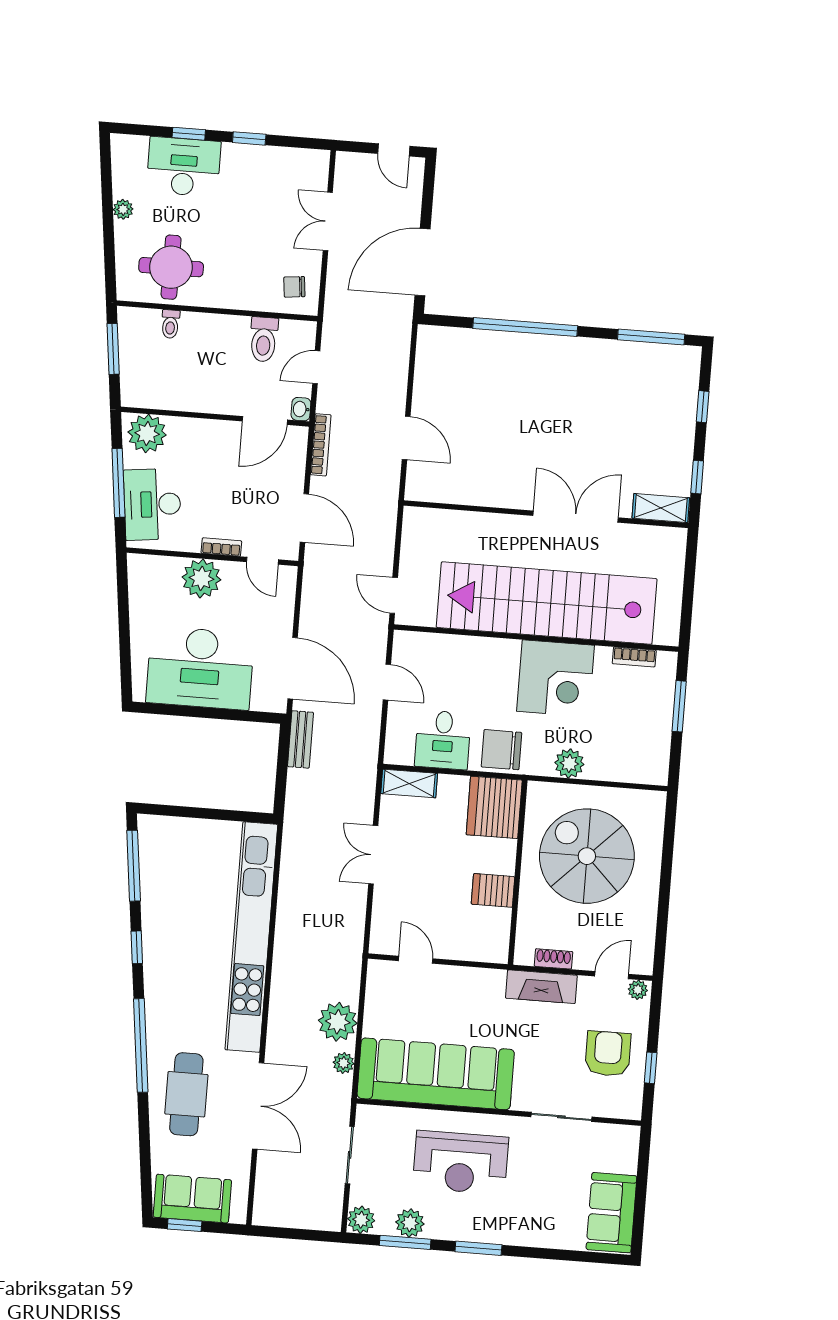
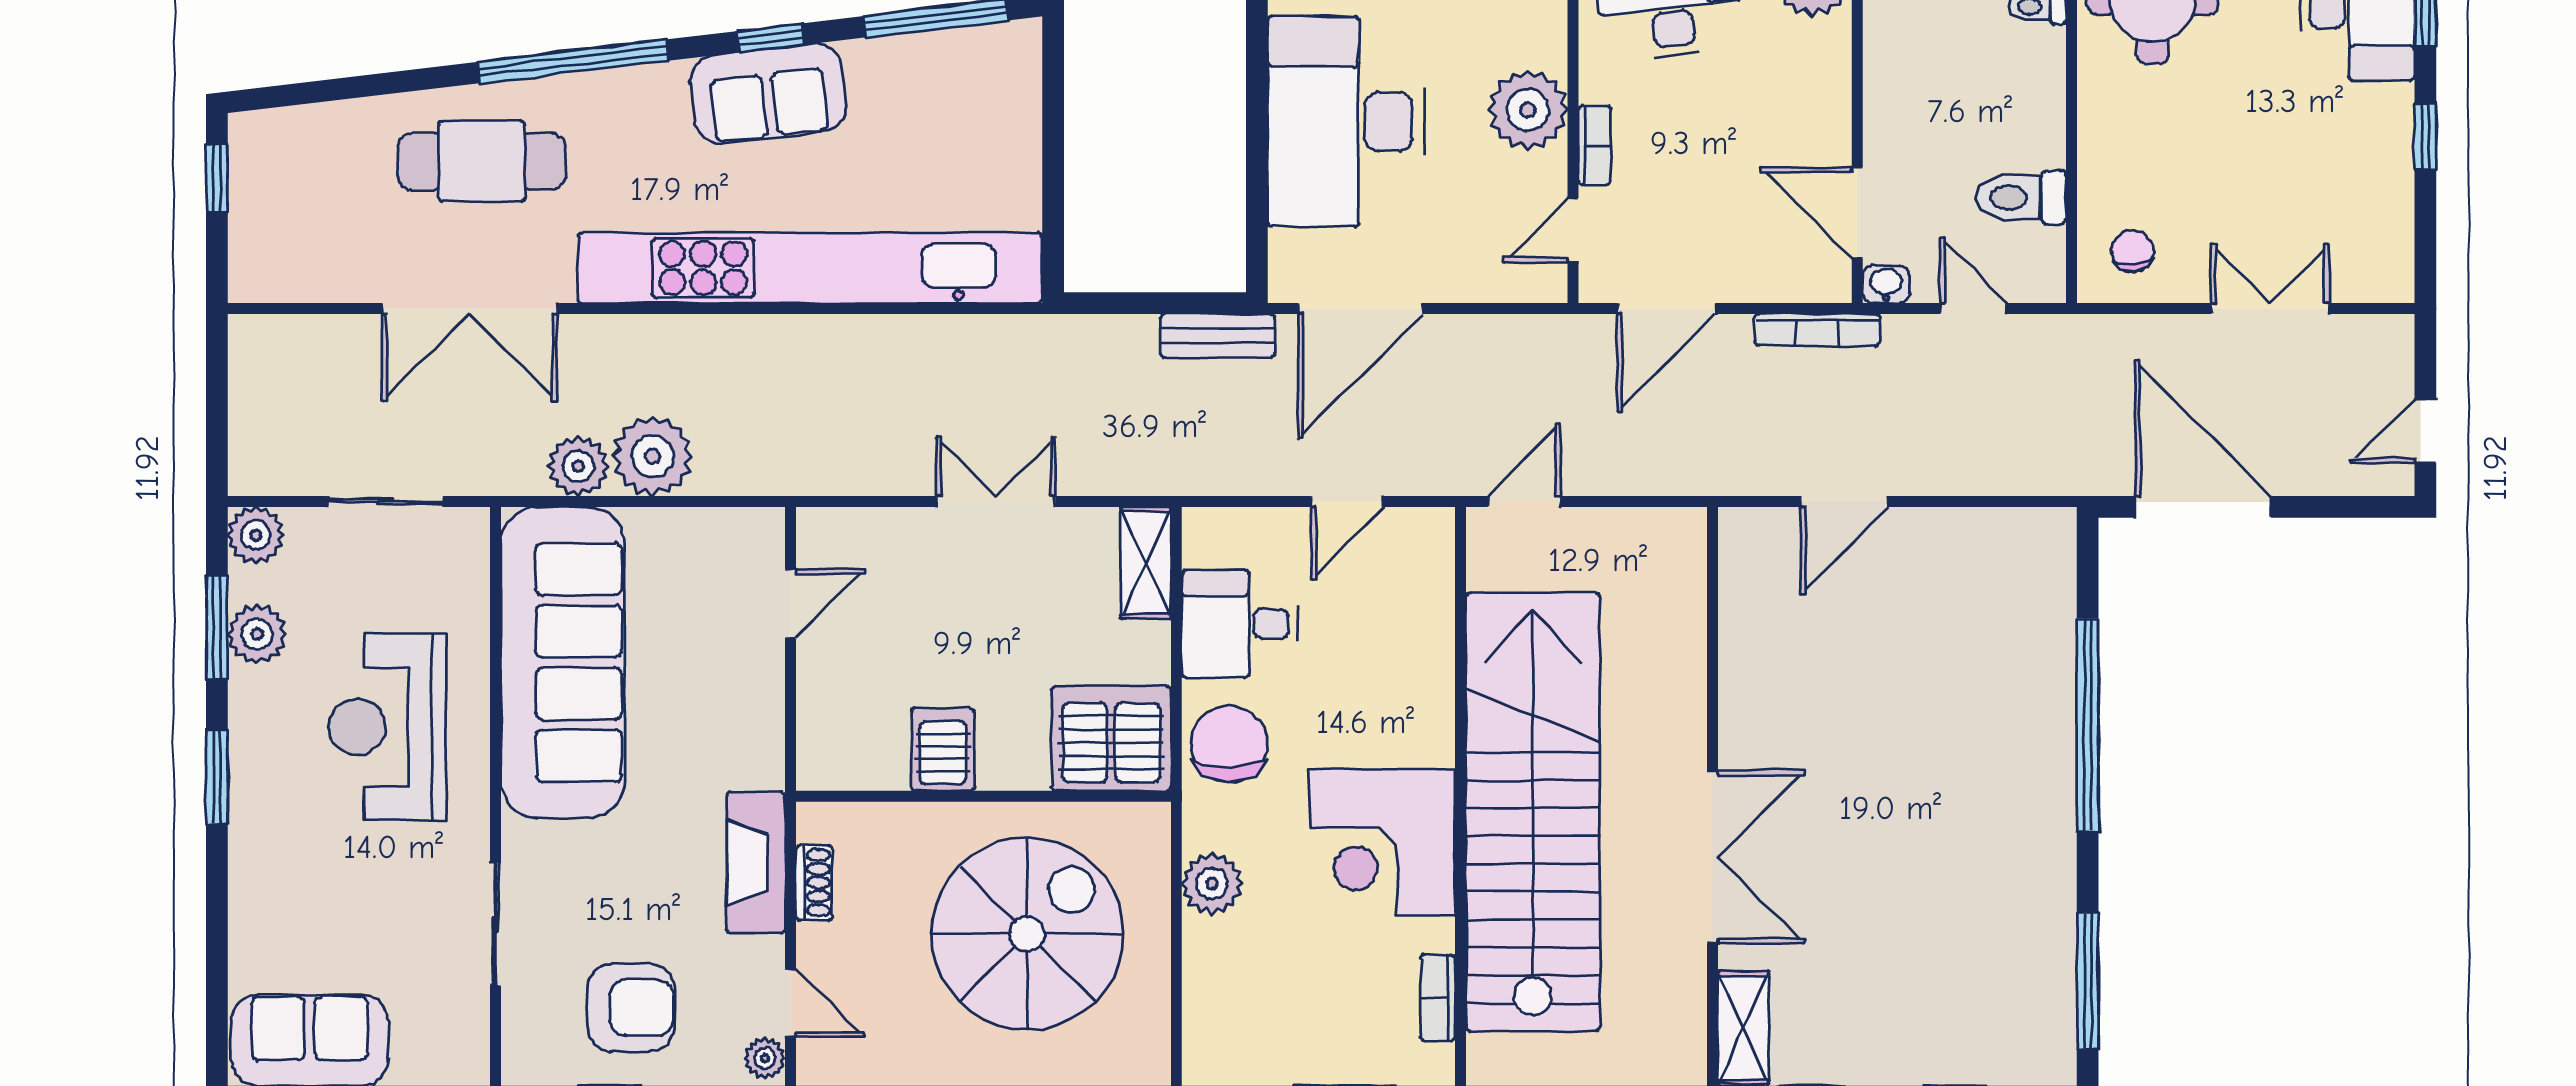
plant: (344, 1063) -> (578, 466), width x1.38, depth x1.38
sofa: (192, 1199) -> (768, 93), moved, turned 83

